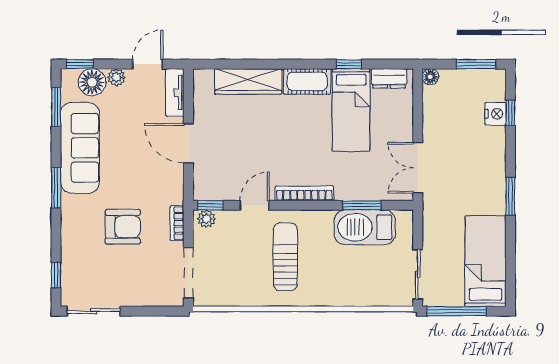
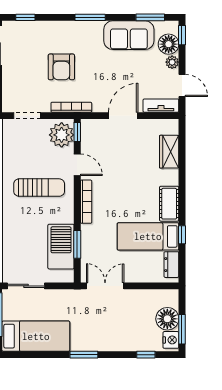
floor lamp: (430, 77) -> (167, 319), moved, width x1.89, depth x1.89
wardrobe: (248, 81) -> (169, 152), width x0.67
nightstand: (495, 114) -> (171, 340), moved, turned -90
sofa: (80, 148) -> (129, 35), width x0.73
plant: (206, 219) -> (62, 135), width x1.88, depth x1.88
bookcase: (177, 223) -> (71, 107), width x1.56
doorway: (188, 273) -> (27, 116), width x0.73

